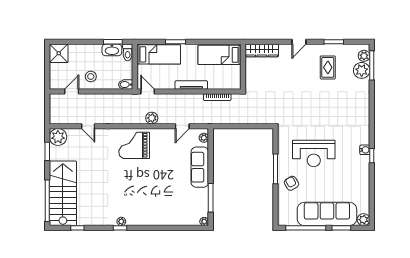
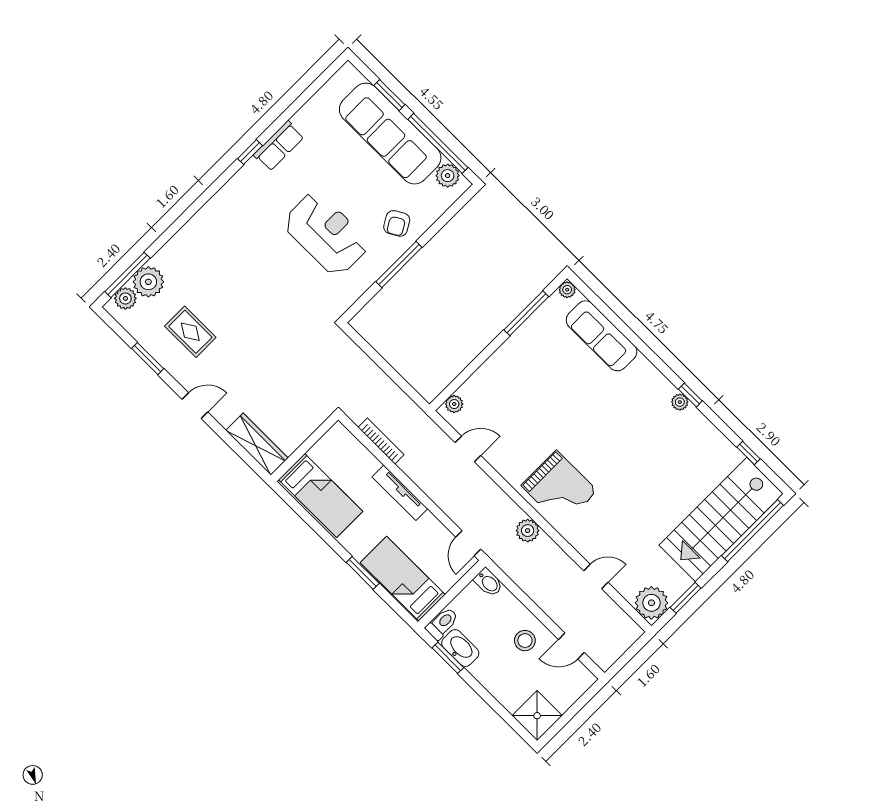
rug: (328, 67) -> (190, 332), turned 90
plant: (152, 118) -> (528, 531), moved
door: (88, 126) -> (596, 577), hinge flipped
water cooler: (365, 150) -> (252, 169), removed
sofa: (200, 167) -> (602, 336), moved, turned 90
row of seats: (363, 169) -> (279, 146), added
plant: (364, 220) -> (448, 176), moved

